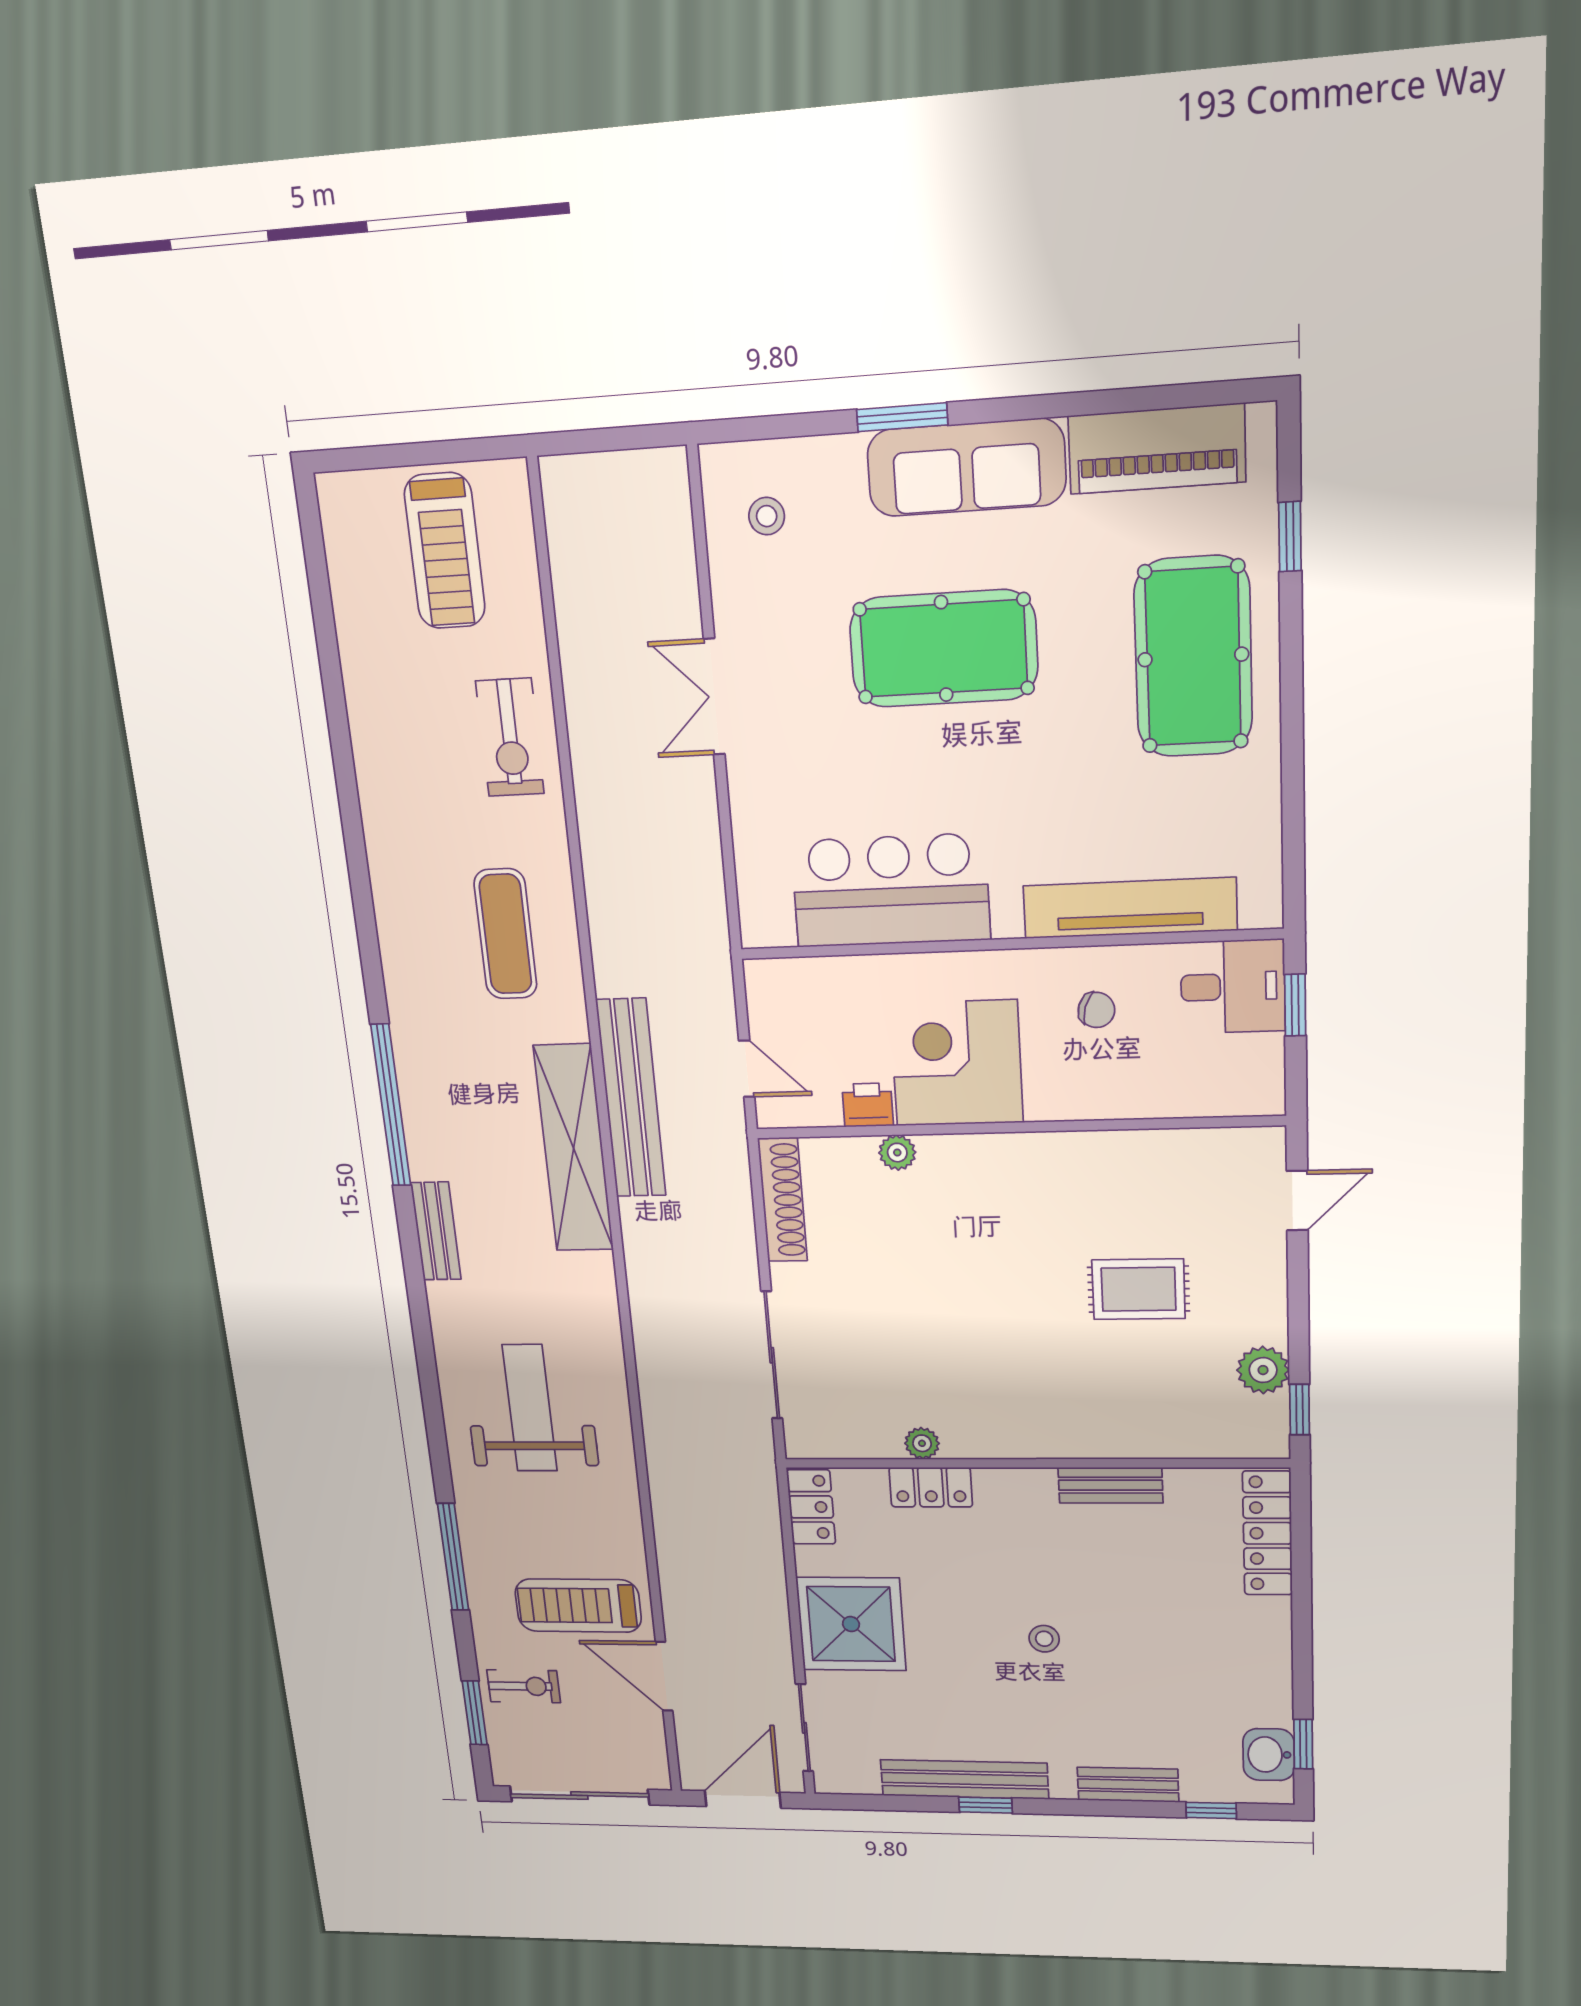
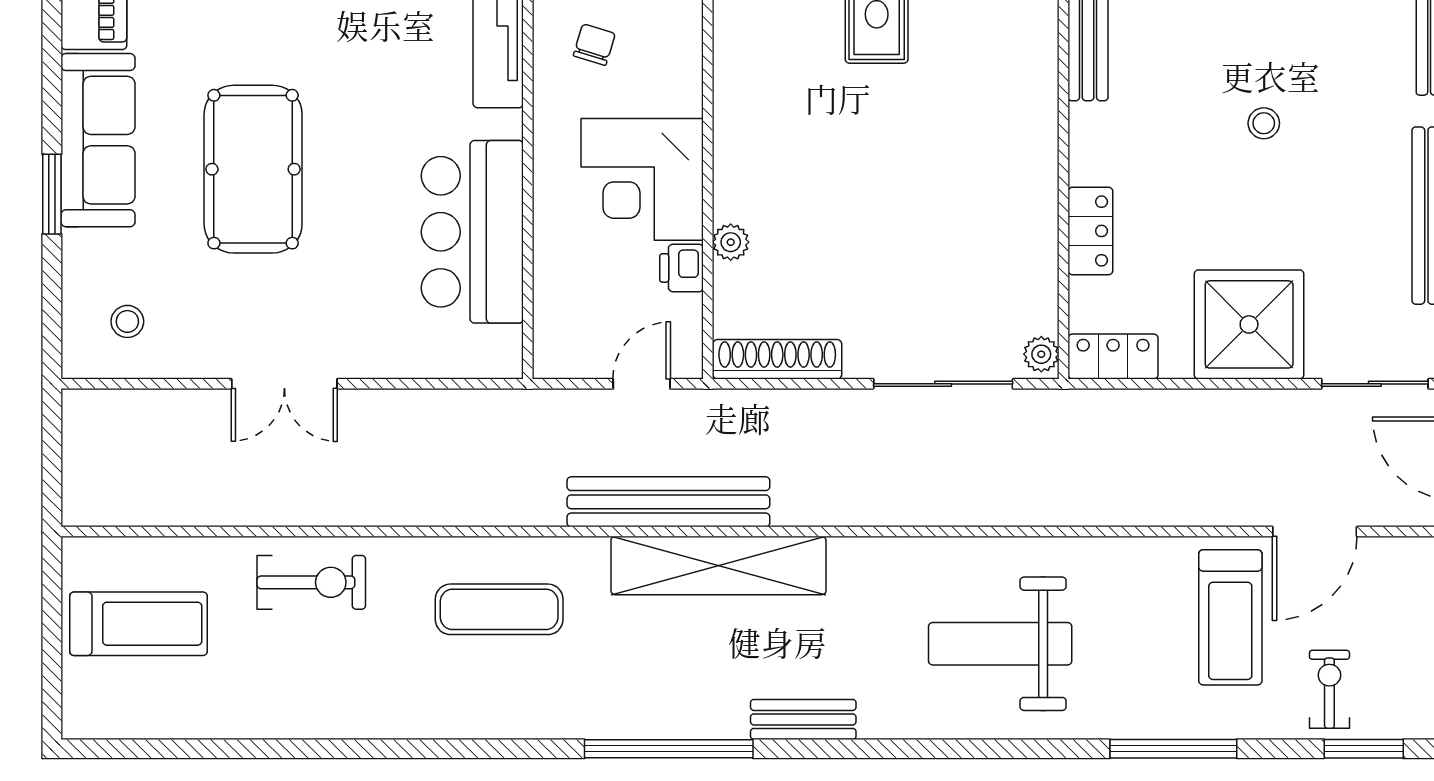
plant: (922, 1443) -> (1041, 354), moved

